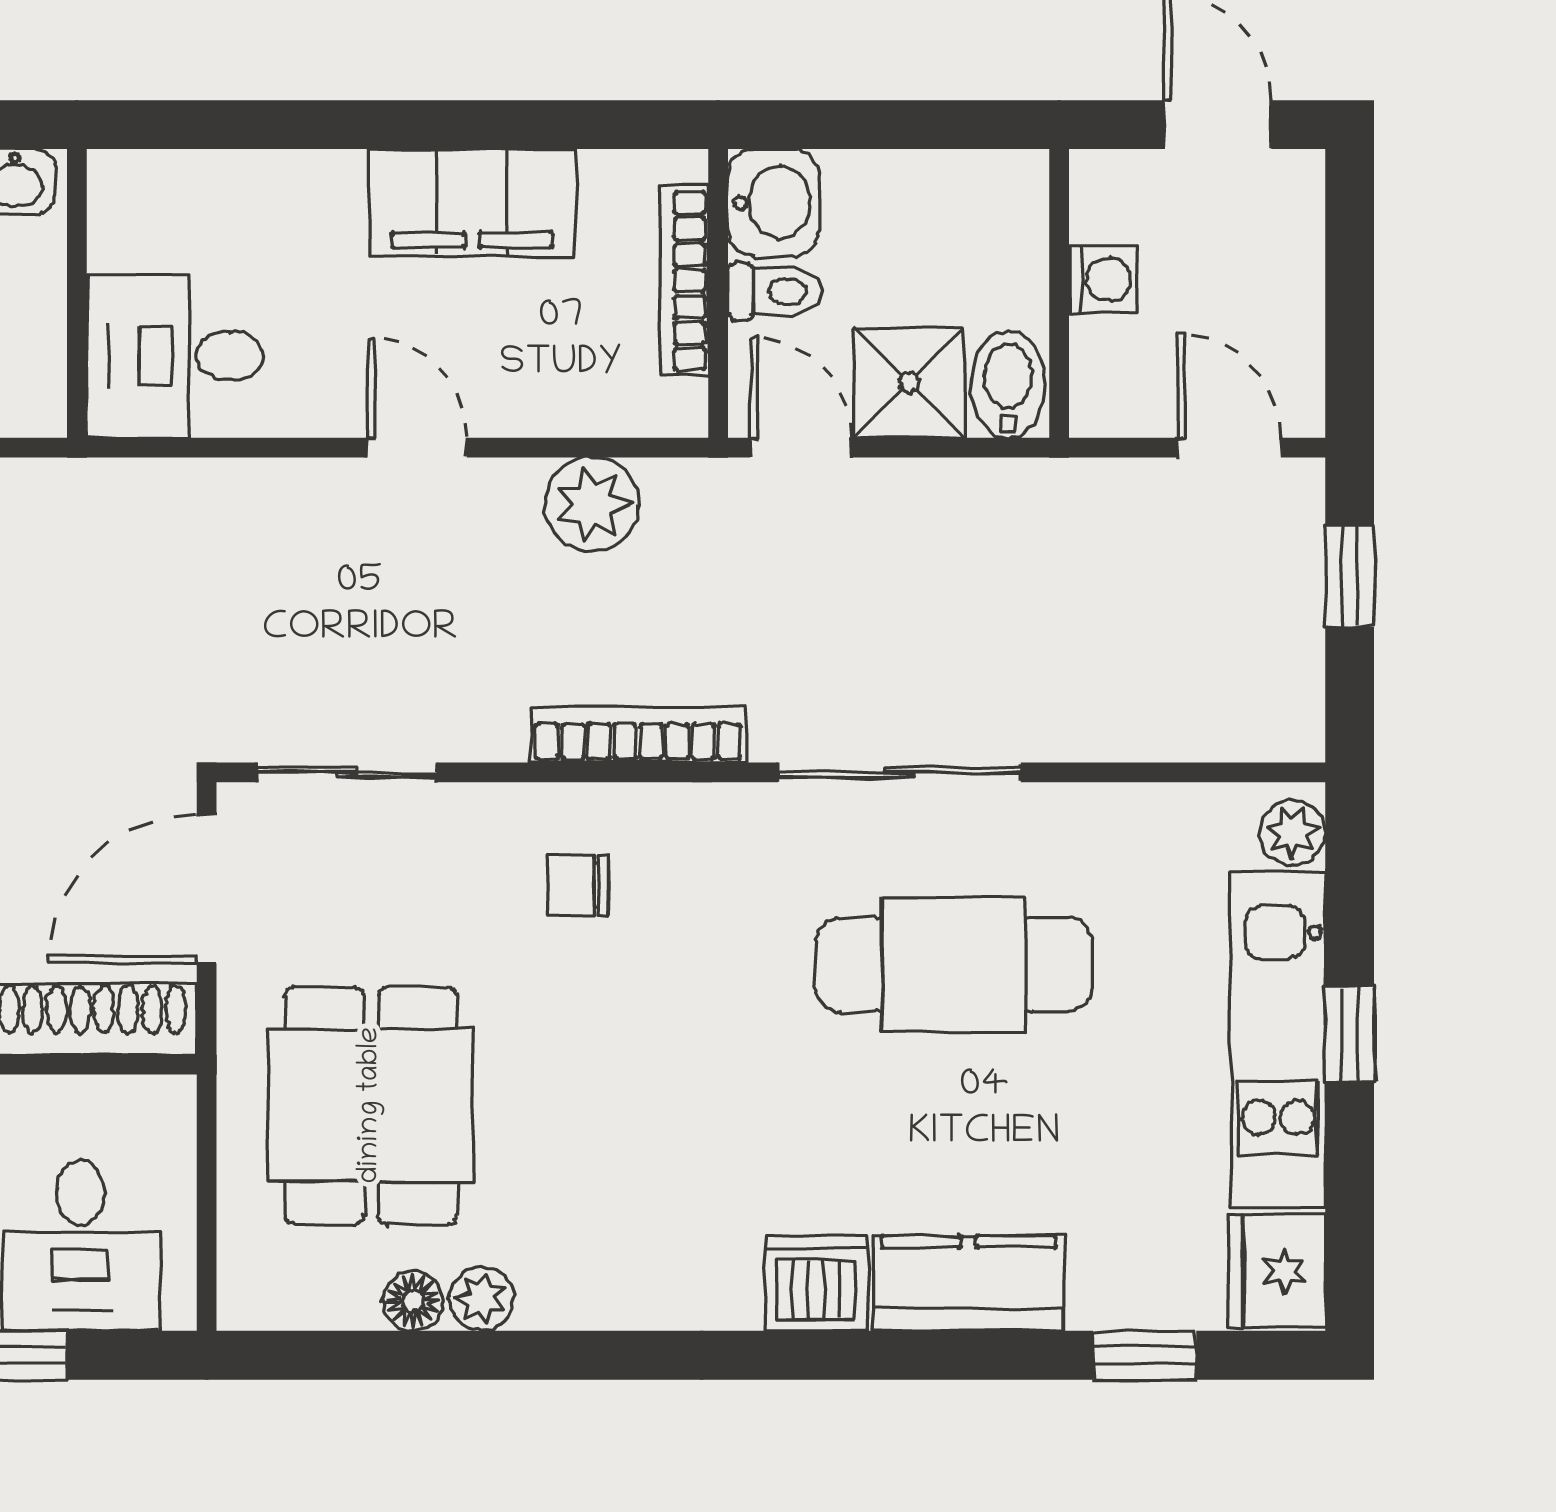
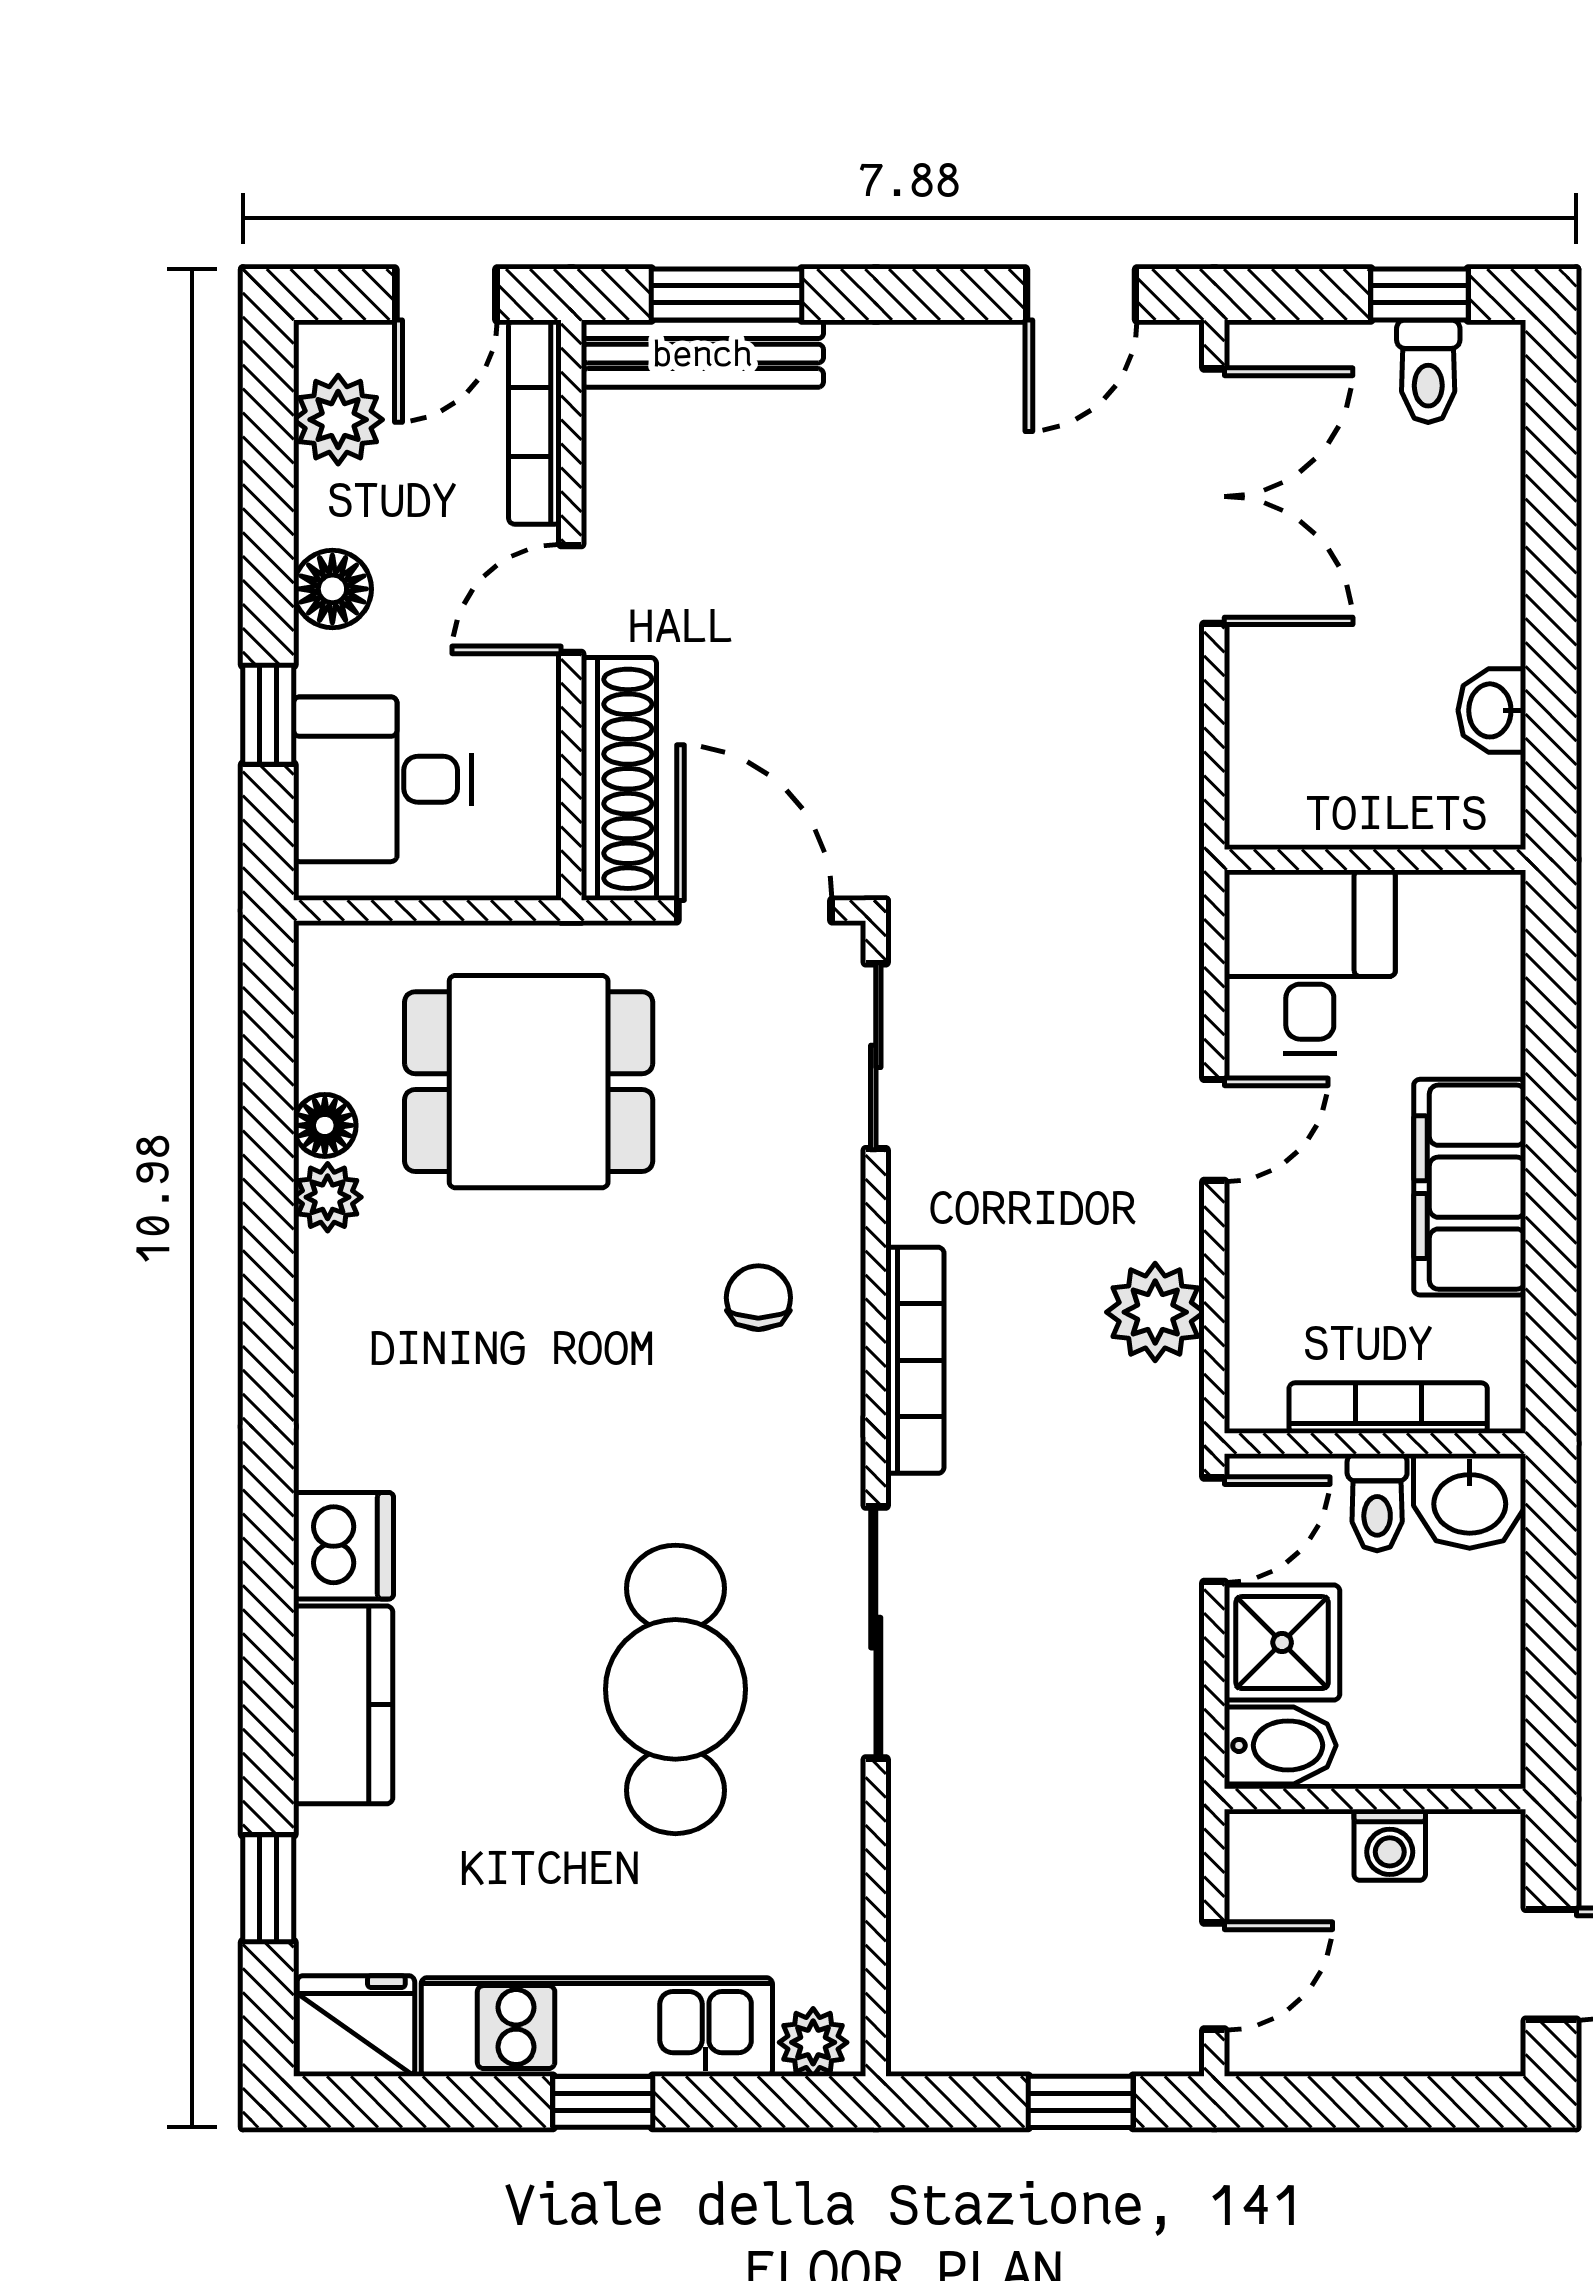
wall: (77, 293) -> (1375, 860), moved
desk: (175, 356) -> (1310, 962), moved

